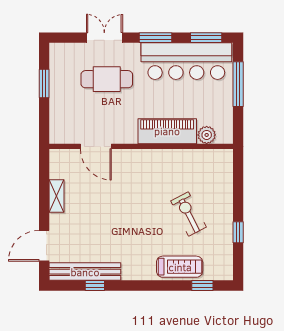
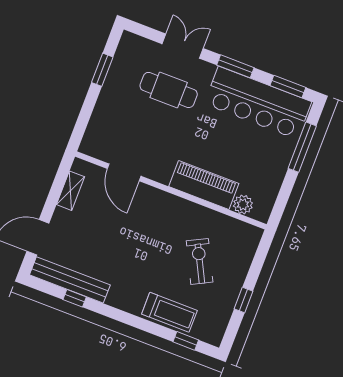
piano: (167, 131) -> (204, 185), moved
plant: (207, 135) -> (243, 205), moved
door: (96, 146) -> (124, 172), moved
wall: (141, 146) -> (171, 190), moved

